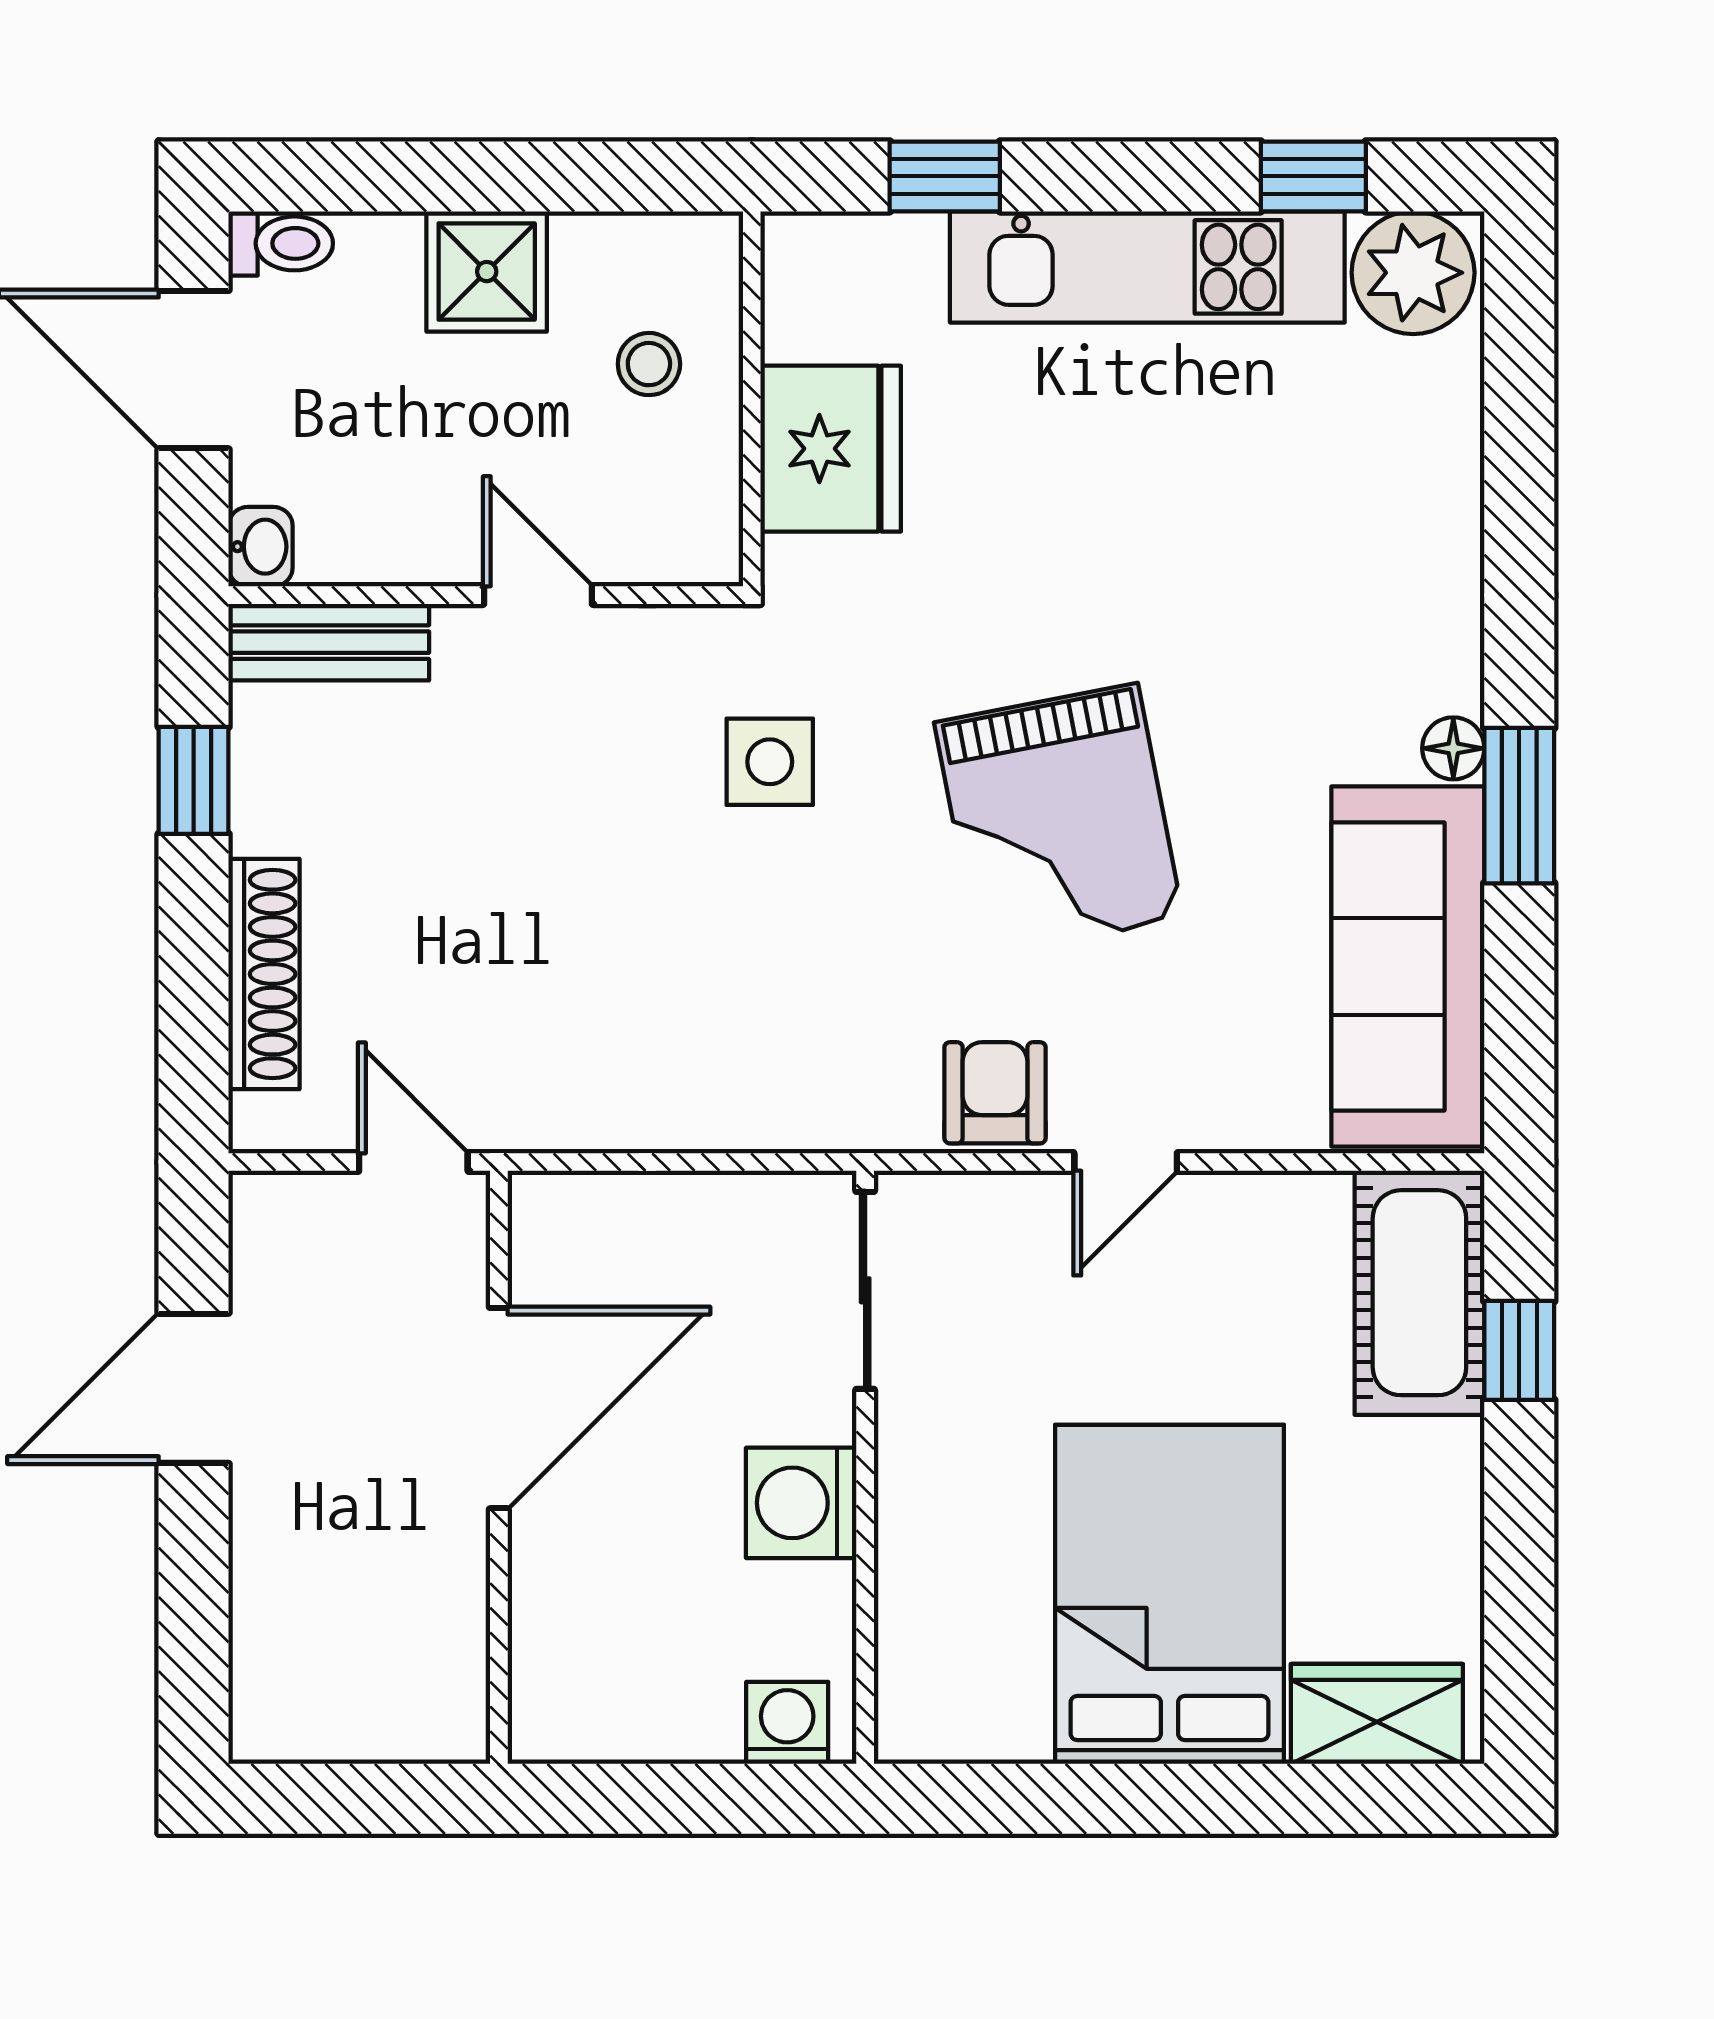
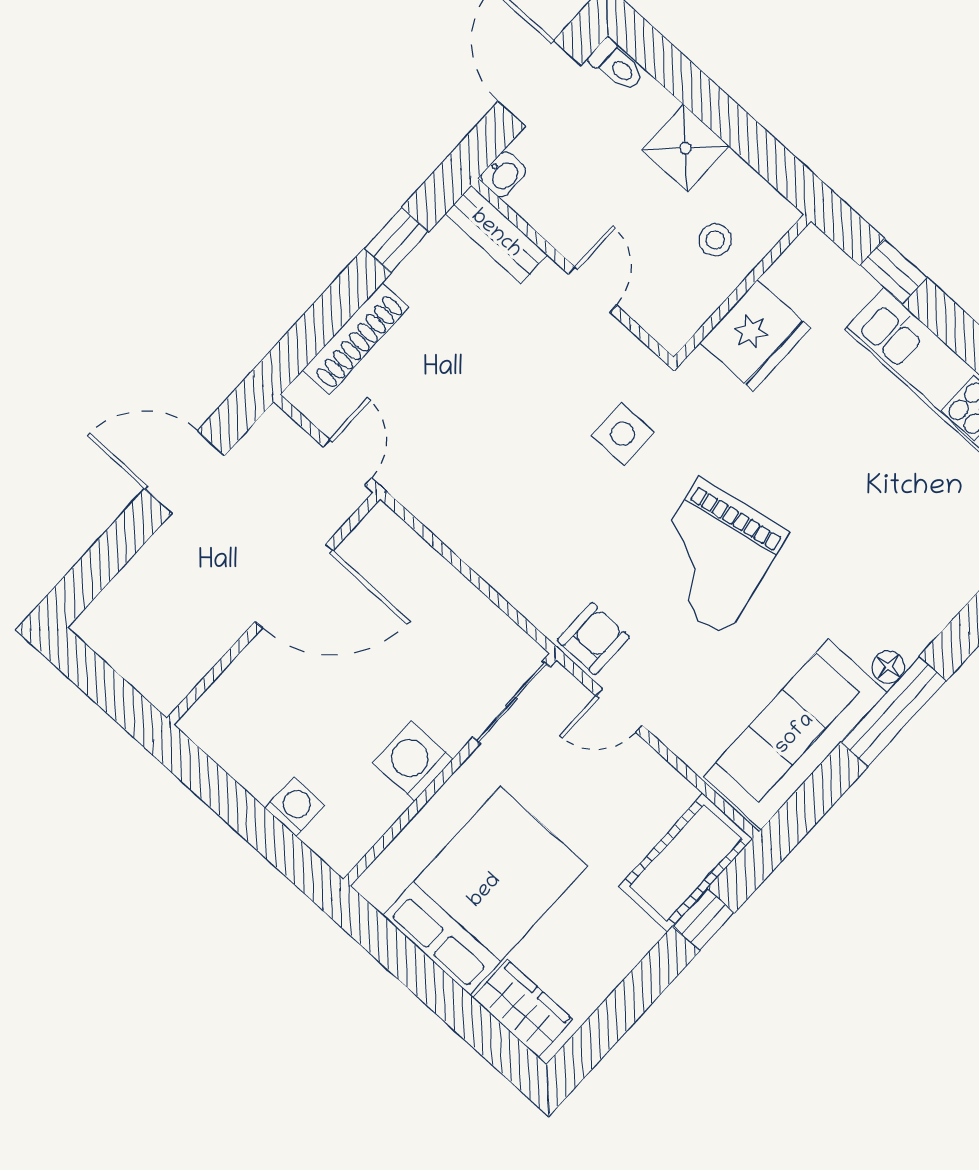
window: (1519, 806) -> (893, 712), width x1.44
sliding door: (865, 1290) -> (512, 702), moved
wall: (865, 1467) -> (450, 770), moved
washing machine: (801, 1503) -> (413, 761), moved

